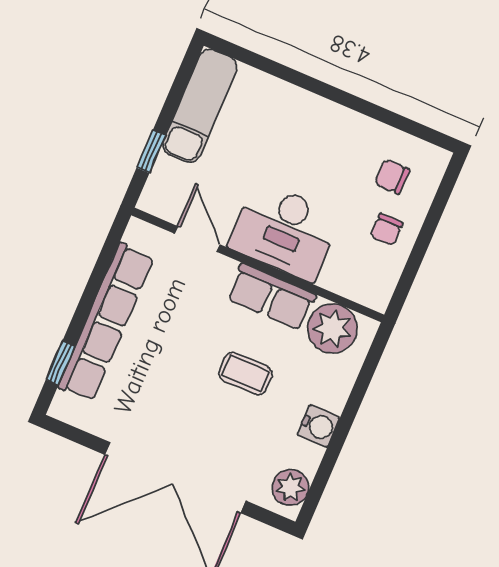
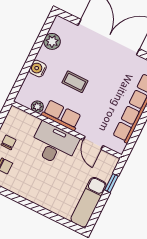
plant: (333, 328) -> (37, 107), width x0.53, depth x0.53
water cooler: (318, 426) -> (38, 69), moved
plant: (290, 487) -> (52, 41), moved

